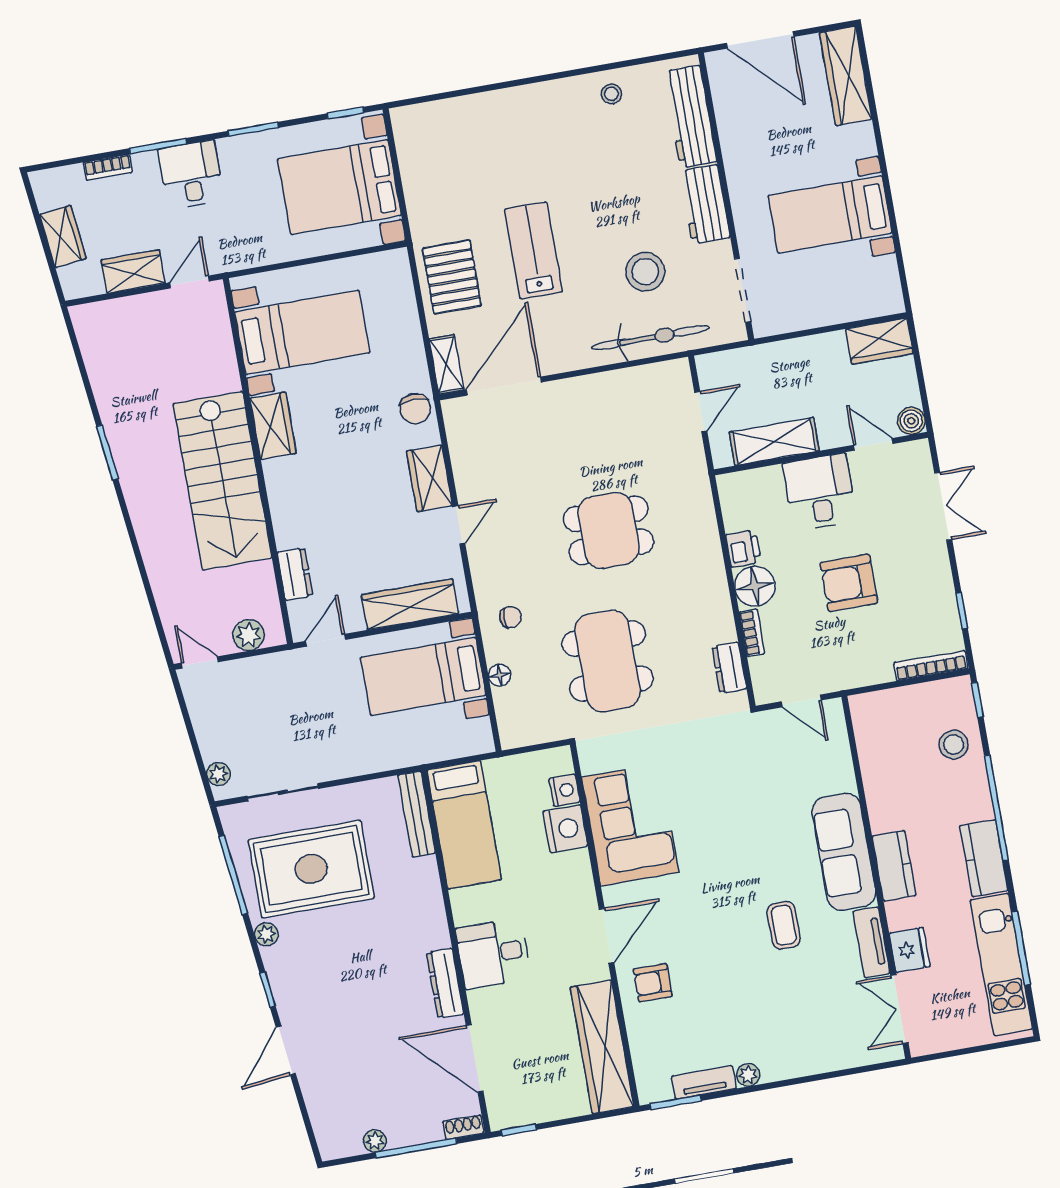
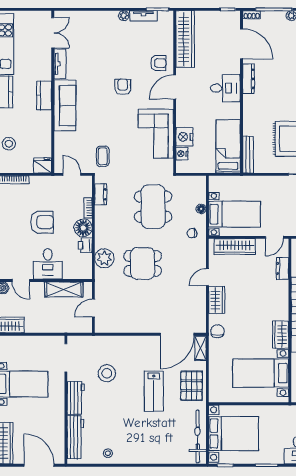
bicycle: (650, 338) -> (198, 437), moved, turned 90
plant: (696, 527) -> (104, 258), added
armchair: (722, 916) -> (123, 87), added
coffee table: (784, 925) -> (103, 156), moved
fridge: (910, 950) -> (43, 165), moved, turned 90

